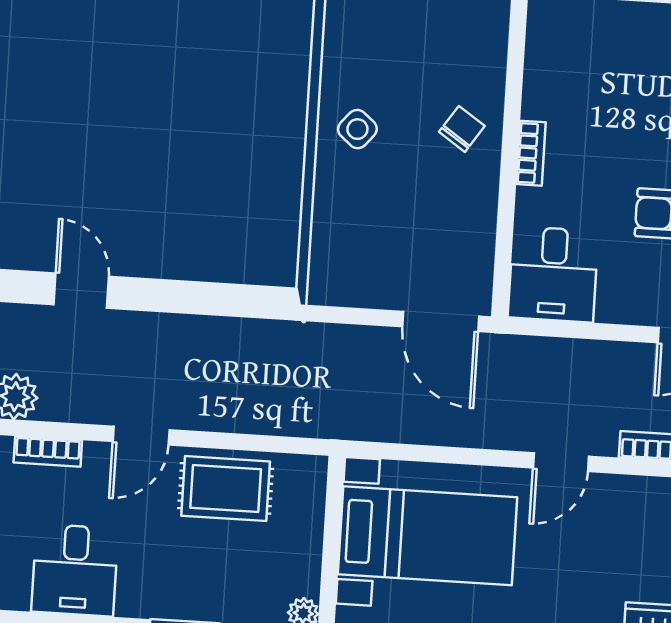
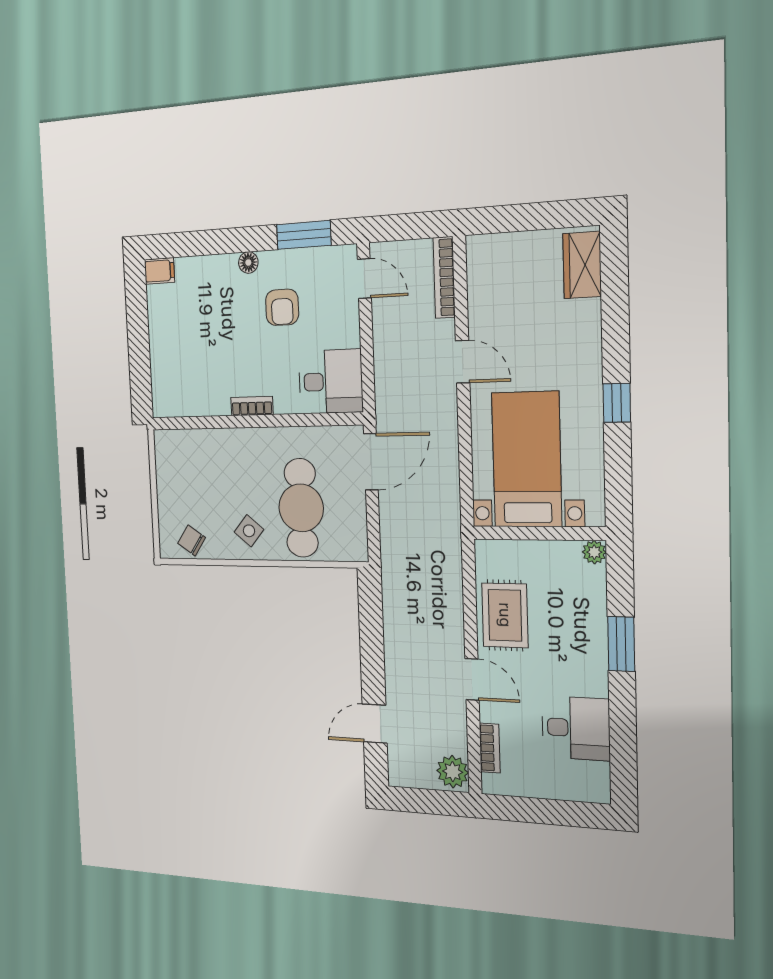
chair: (462, 129) -> (192, 540), moved
cafe table: (385, 212) -> (301, 508), added

